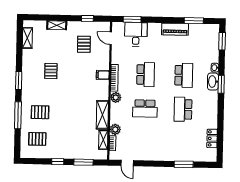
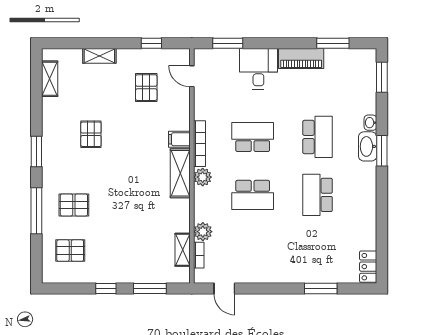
desk: (136, 34) -> (258, 69), moved
school desk: (146, 75) -> (253, 137), turned -90
shelving: (102, 115) -> (180, 173), moved
locker: (212, 138) -> (368, 267), moved

